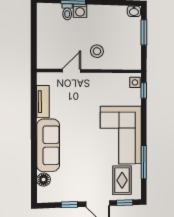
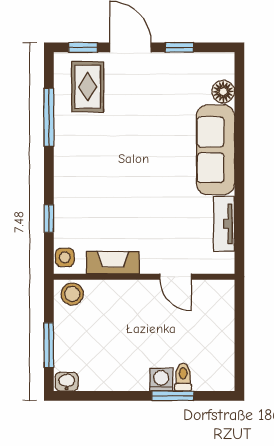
stool: (97, 51) -> (72, 294), moved
door: (71, 71) -> (176, 277), hinge flipped
fireplace: (108, 79) -> (113, 263), added
window: (144, 90) -> (49, 219), moved
corner sofa: (121, 135) -> (90, 165), removed

